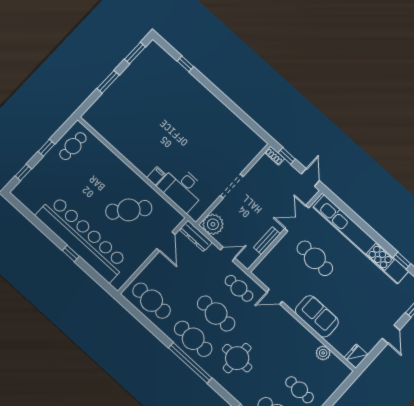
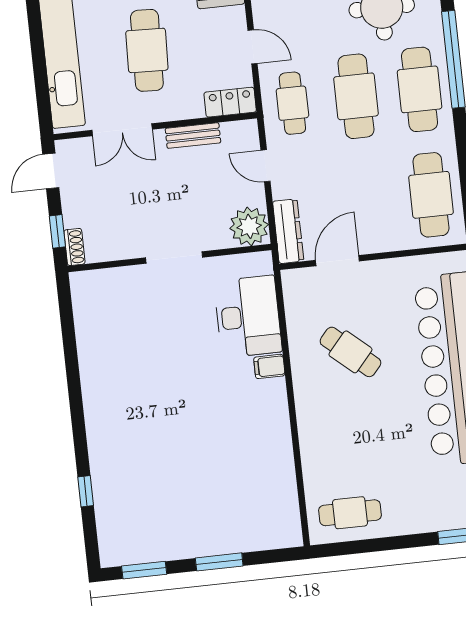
window: (46, 148) -> (390, 543), removed
cafe table: (129, 210) -> (350, 352), width x0.73, depth x0.74
locker: (264, 267) -> (230, 102), added

